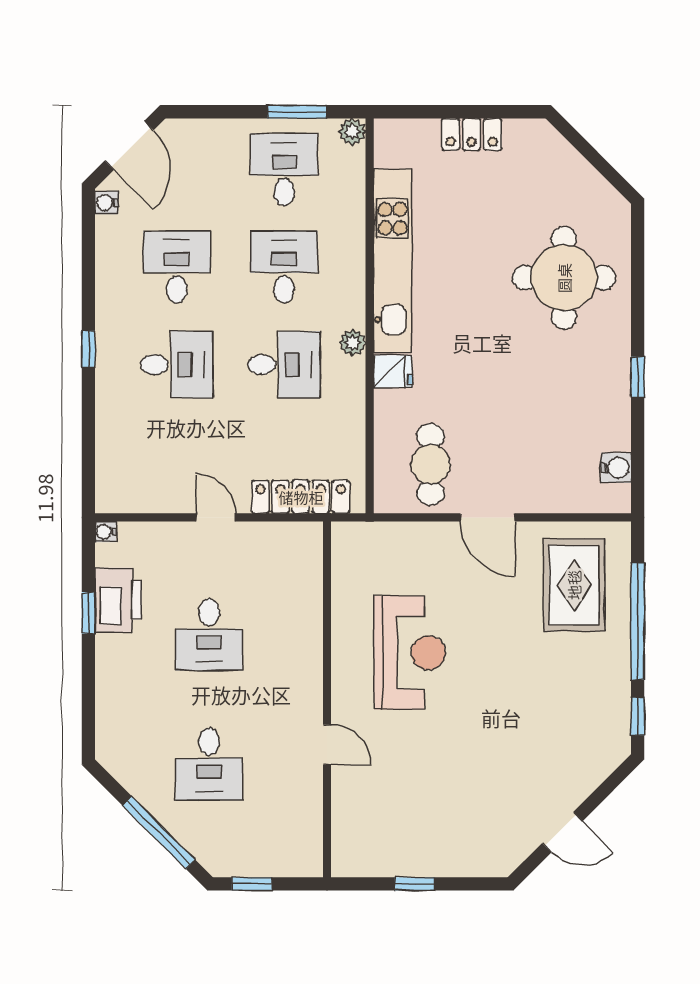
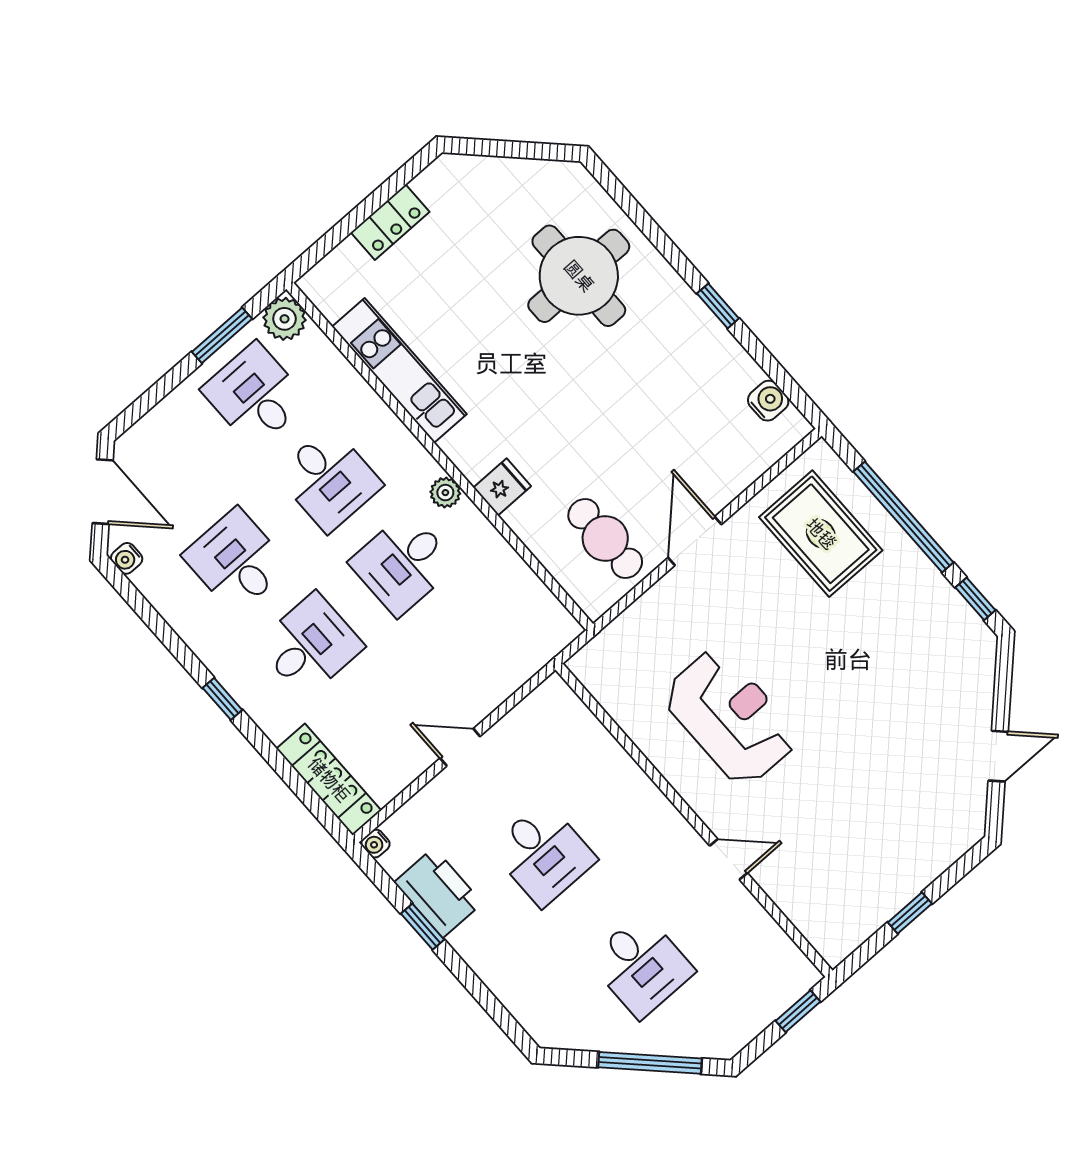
plant: (352, 132) -> (285, 319), width x1.38, depth x1.38
kitchen unit: (393, 261) -> (399, 370), width x0.73
desk: (284, 267) -> (329, 479), turned 180
desk: (284, 365) -> (403, 564), turned 180
locker: (301, 497) -> (329, 780), moved, turned 90
door: (488, 517) -> (695, 541), swing flipped
window: (252, 884) -> (798, 1011), moved

